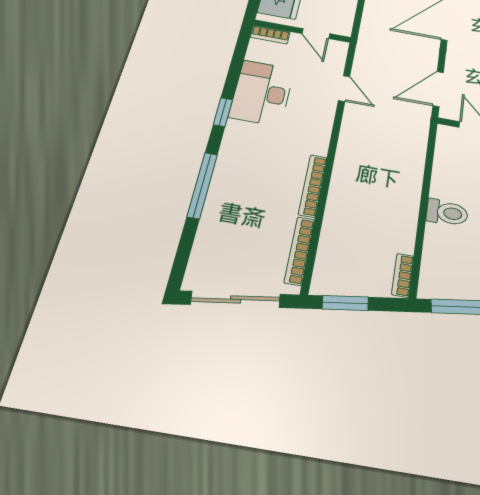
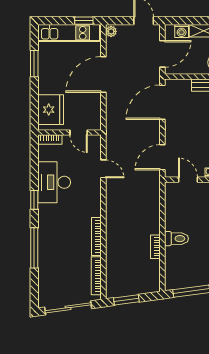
bookcase: (403, 275) -> (155, 247), moved

